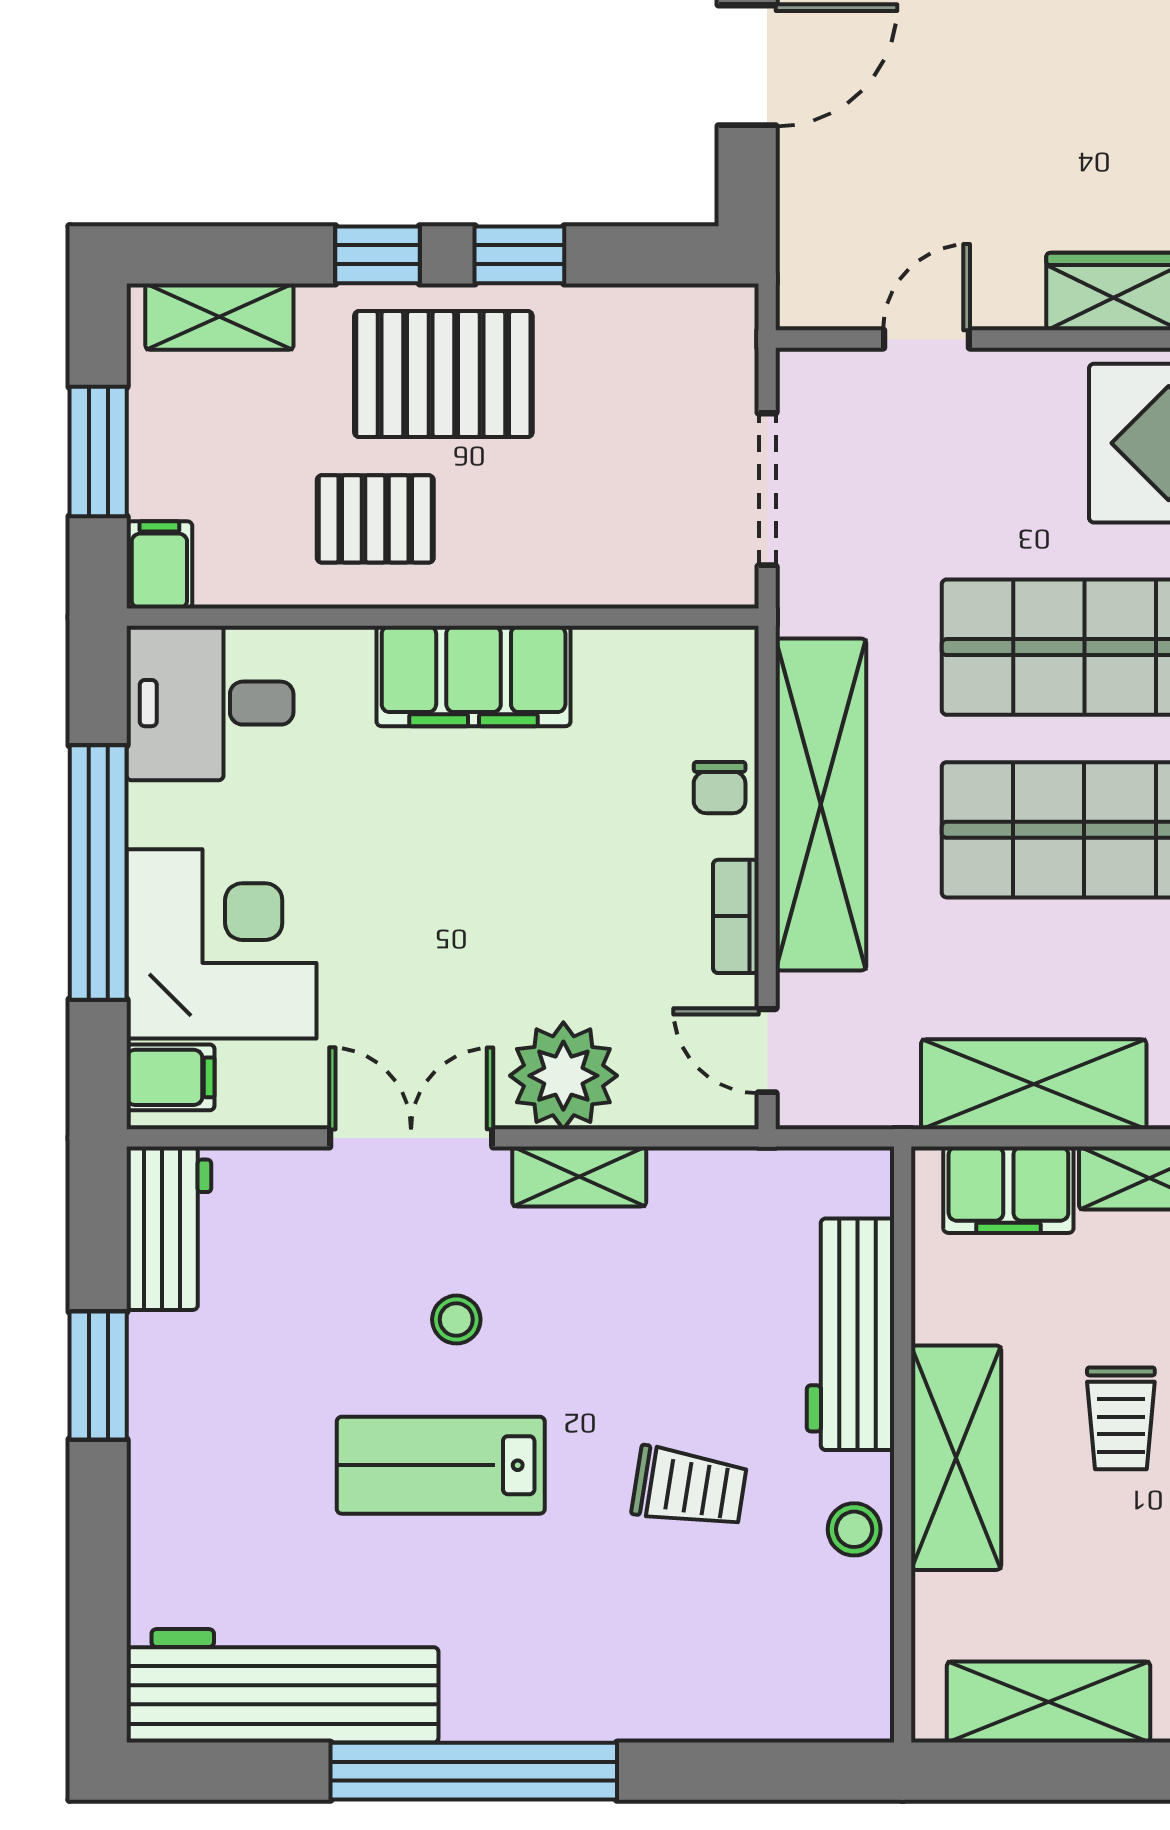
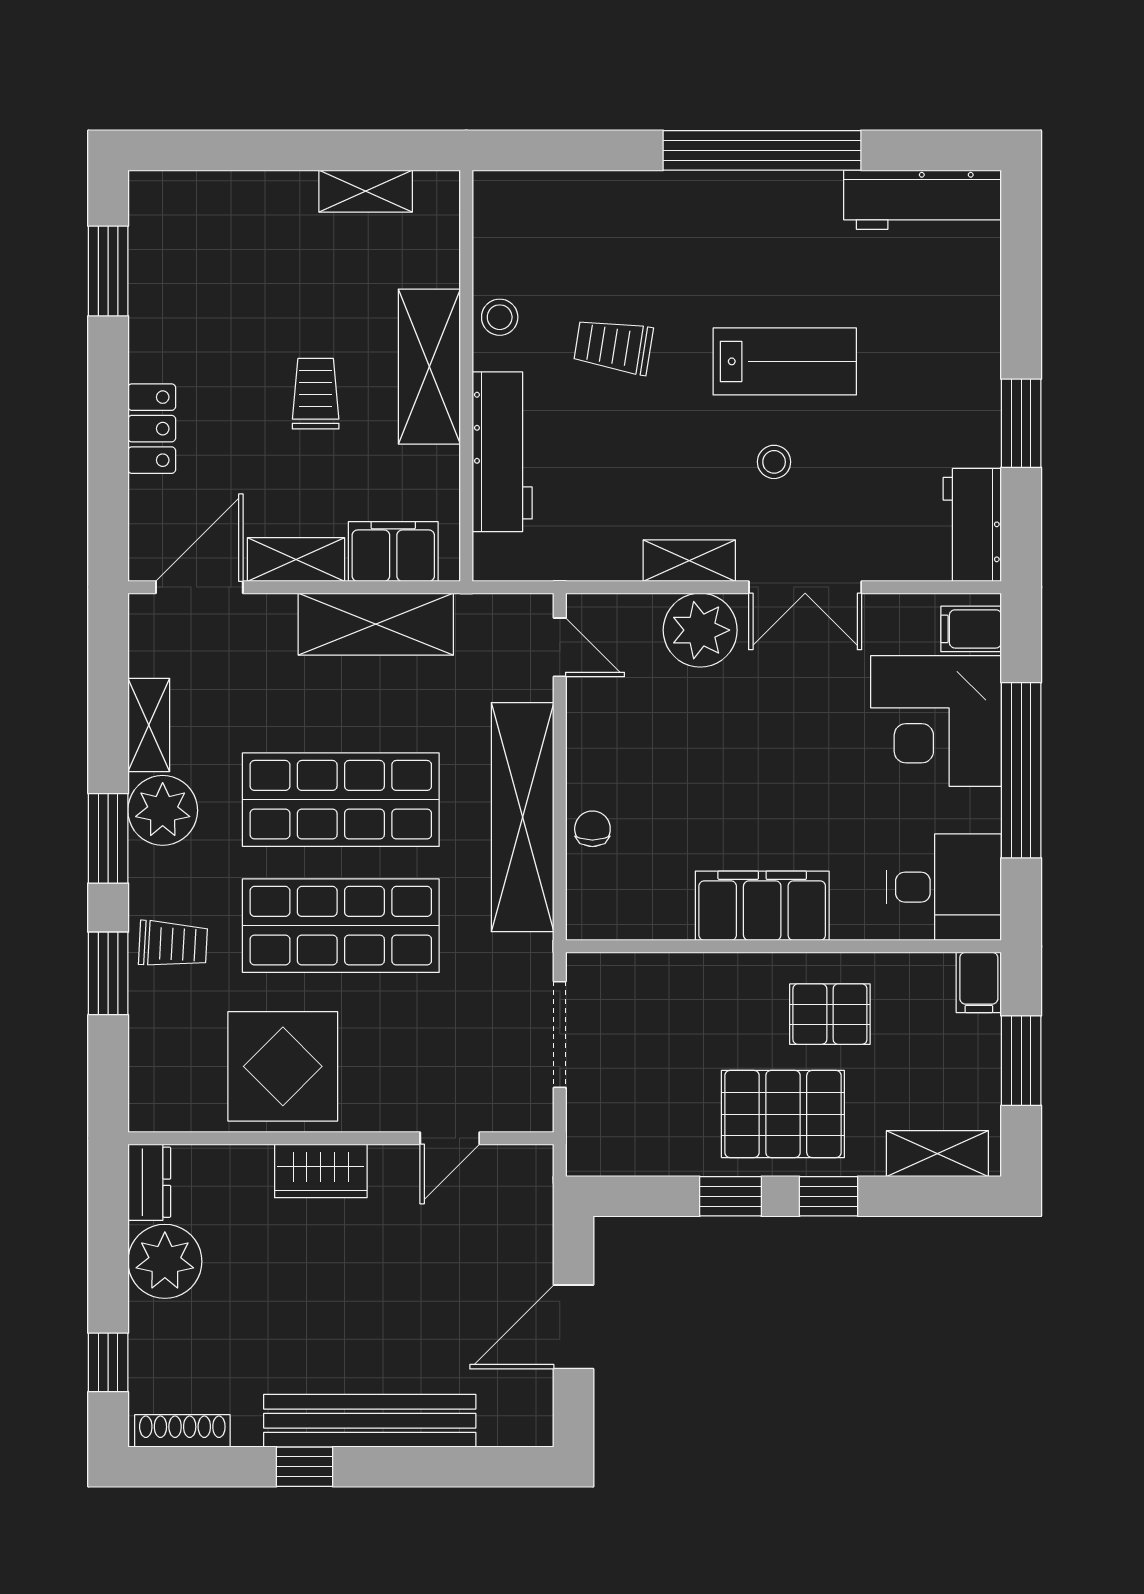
bookcase: (736, 916) -> (581, 740), removed
workbench: (283, 1686) -> (923, 200), width x0.73, depth x0.76
shelving: (1049, 1702) -> (366, 191), width x0.67, depth x0.75

